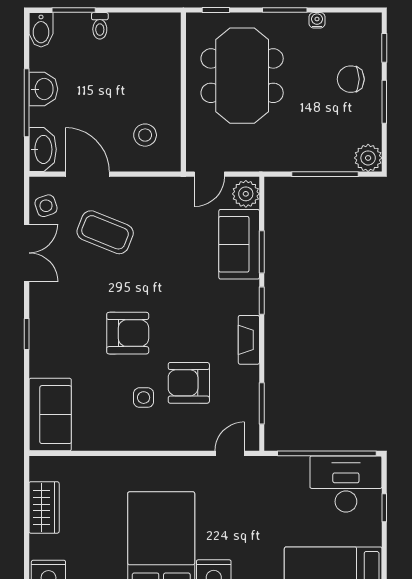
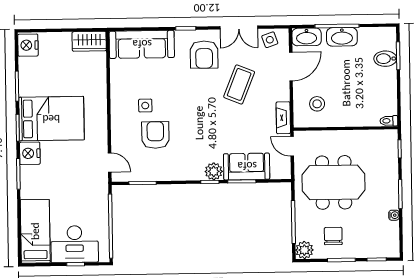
toilet: (100, 26) -> (389, 121), moved
bidet: (41, 30) -> (385, 59), moved
meeting table: (242, 76) -> (334, 182), moved
chair: (351, 79) -> (333, 236), moved
washbasin: (43, 89) -> (342, 37), width x1.38
plant: (246, 194) -> (214, 171), moved
coffee table: (105, 232) -> (239, 84), moved
armchair: (128, 333) -> (204, 55), moved
fireplace: (249, 340) -> (283, 118), moved, turned -90
sofa: (50, 415) -> (142, 44), width x1.36
desk: (346, 484) -> (75, 244), moved, turned 90
wardrobe: (44, 507) -> (89, 41), moved

